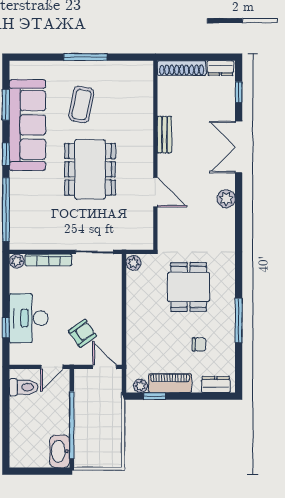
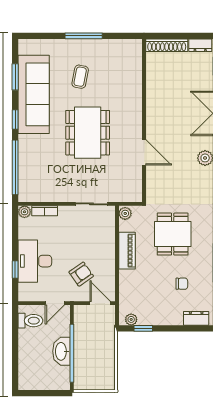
coffee table: (81, 104) -> (80, 77), width x0.73, depth x0.77
bench: (165, 135) -> (152, 103), removed
bookcase: (48, 260) -> (45, 211), width x0.64
piano: (170, 383) -> (127, 251), moved, turned 90
washbasin: (60, 451) -> (61, 351), moved

